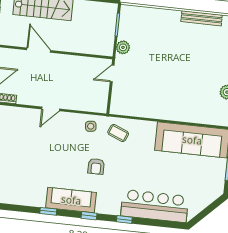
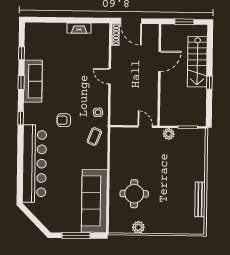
round table: (188, 93) -> (134, 194), added
sofa: (71, 200) -> (33, 81), moved
bar counter: (155, 206) -> (34, 164), width x1.36
window: (124, 219) -> (22, 53), moved

